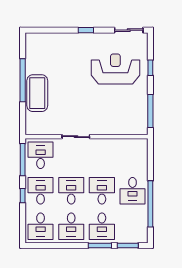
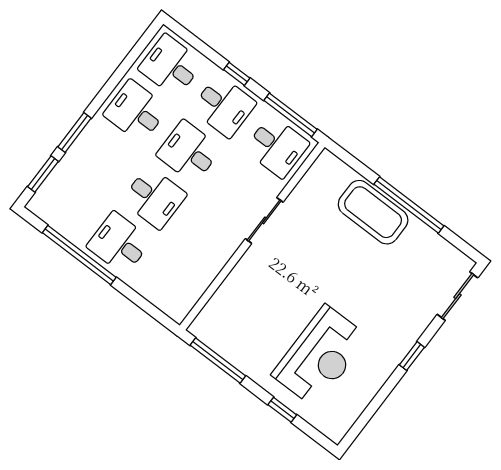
sliding door: (129, 30) -> (458, 296), moved
desk: (71, 191) -> (189, 152), turned 180
desk: (102, 226) -> (101, 157), removed

